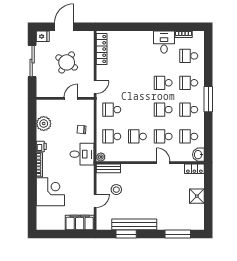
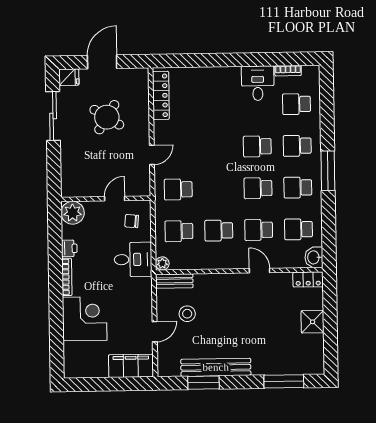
wall: (65, 98) -> (106, 199), moved
door: (71, 98) -> (115, 199), moved

